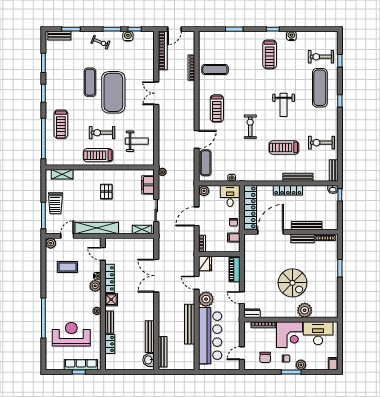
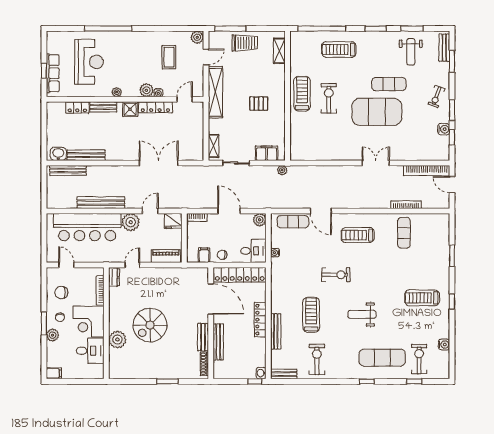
water cooler: (291, 36) -> (444, 345), moved
weight bench: (137, 141) -> (411, 52), moved
trolley: (55, 203) -> (245, 43), turned 180
door: (67, 236) -> (206, 57), hinge flipped
desk: (318, 333) -> (90, 351), width x0.73

